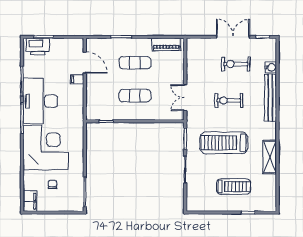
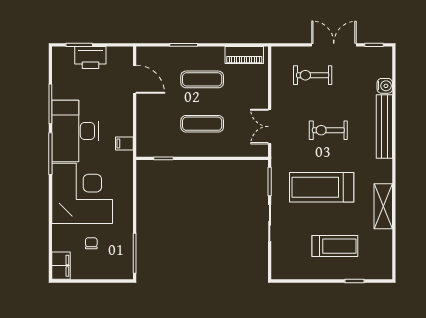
printer: (38, 46) -> (90, 58), moved
exercise bike: (236, 64) -> (313, 75), moved
filing cabinet: (77, 79) -> (124, 144), moved

